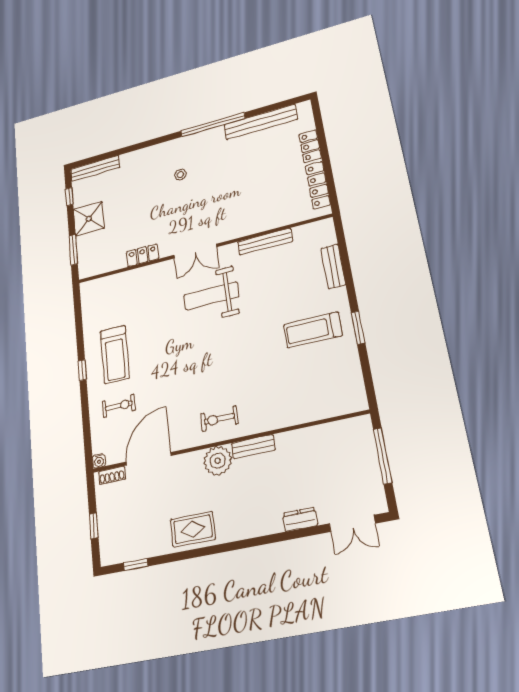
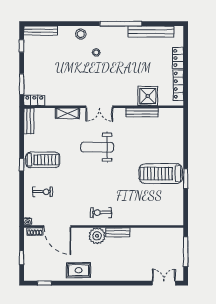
stool: (154, 156) -> (81, 34), added
shower: (89, 219) -> (148, 96), moved
locker: (142, 255) -> (34, 100), moved
bench: (333, 266) -> (29, 121), moved
shelving: (147, 274) -> (68, 113), added
weight bench: (211, 296) -> (97, 147), moved
treadmill: (313, 330) -> (161, 174), width x1.37, depth x1.38
treadmill: (115, 354) -> (43, 160), turned -90
door: (149, 459) -> (57, 227), swing flipped
dresser: (300, 519) -> (137, 276), removed
double door: (352, 524) -> (164, 283), swing flipped

